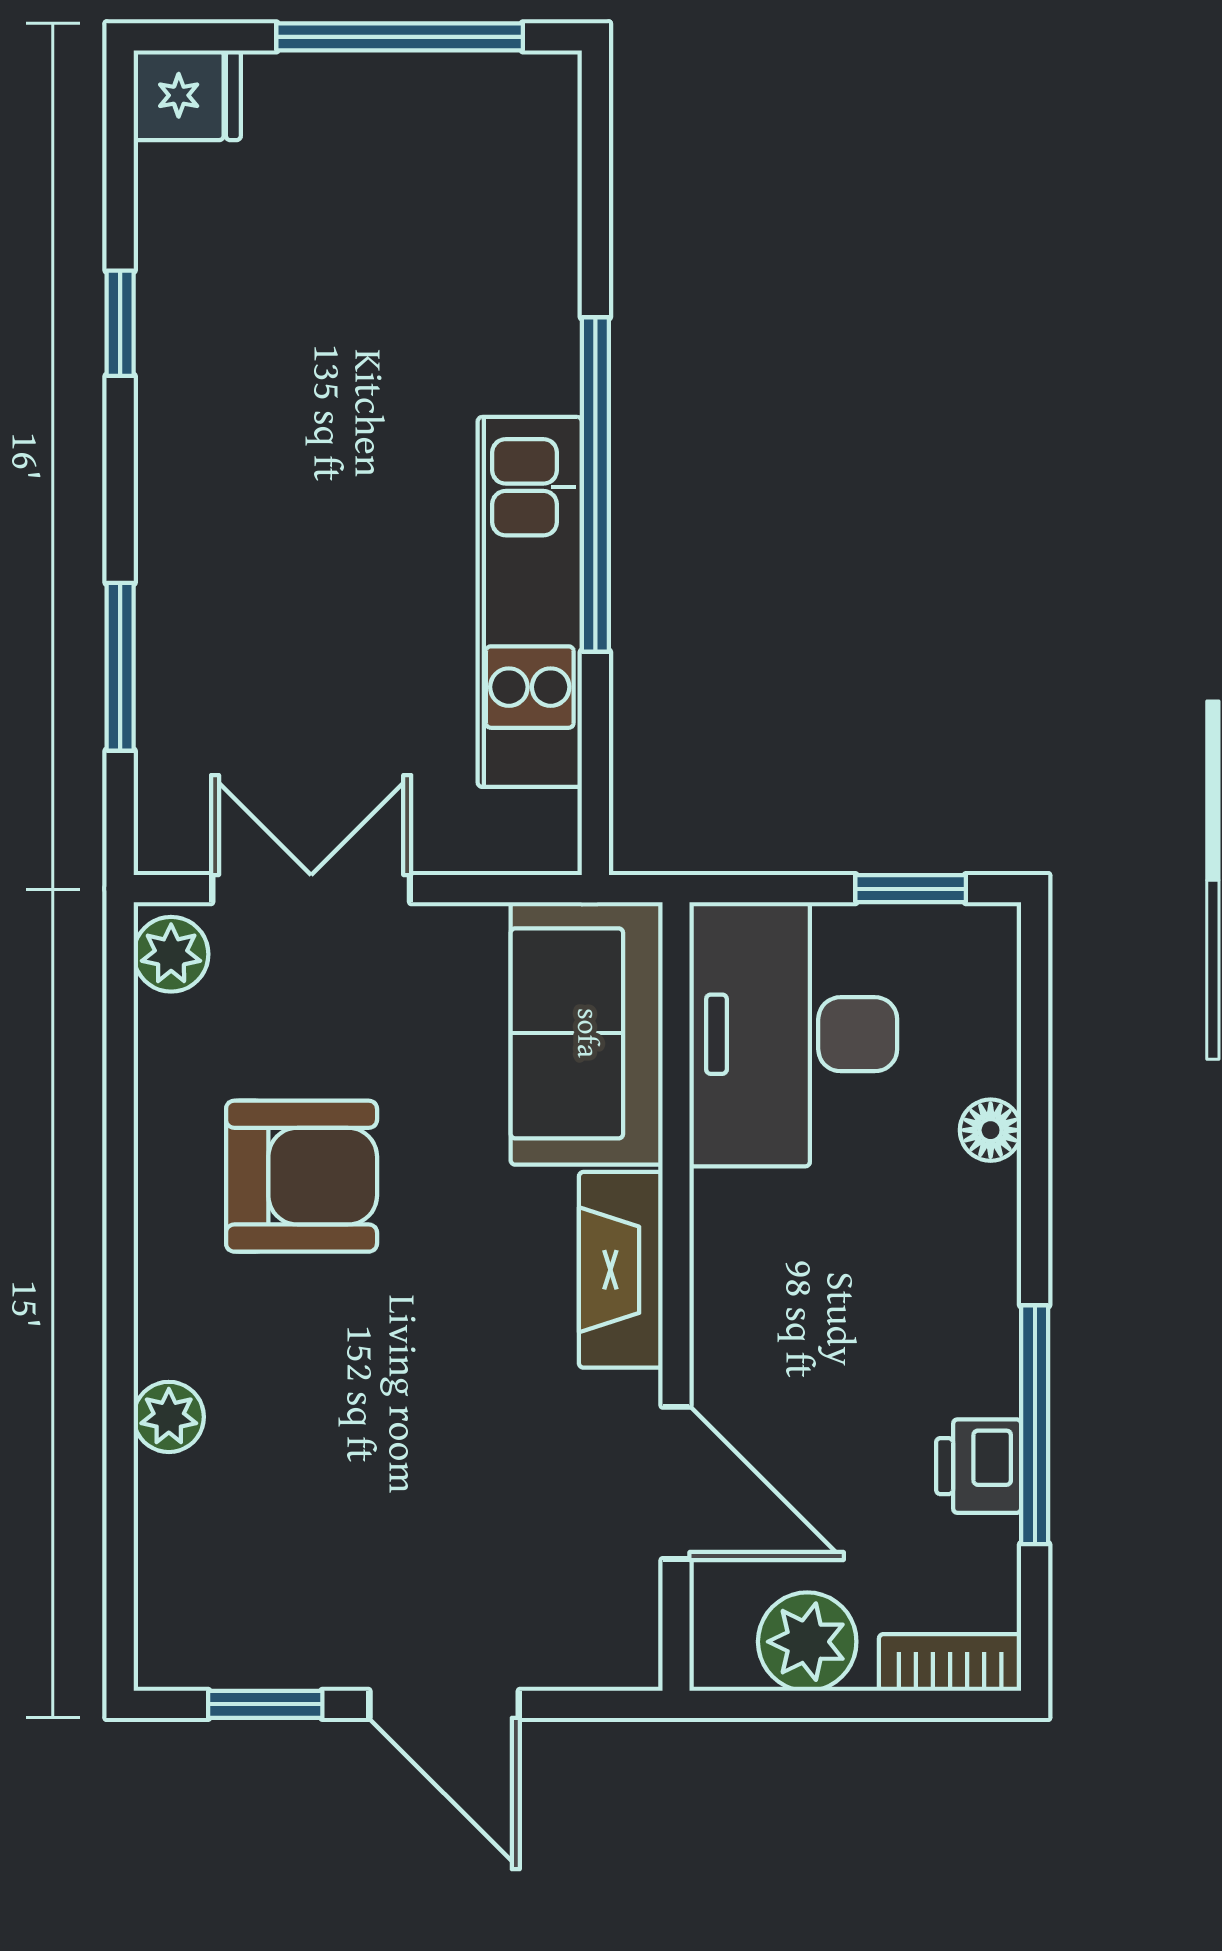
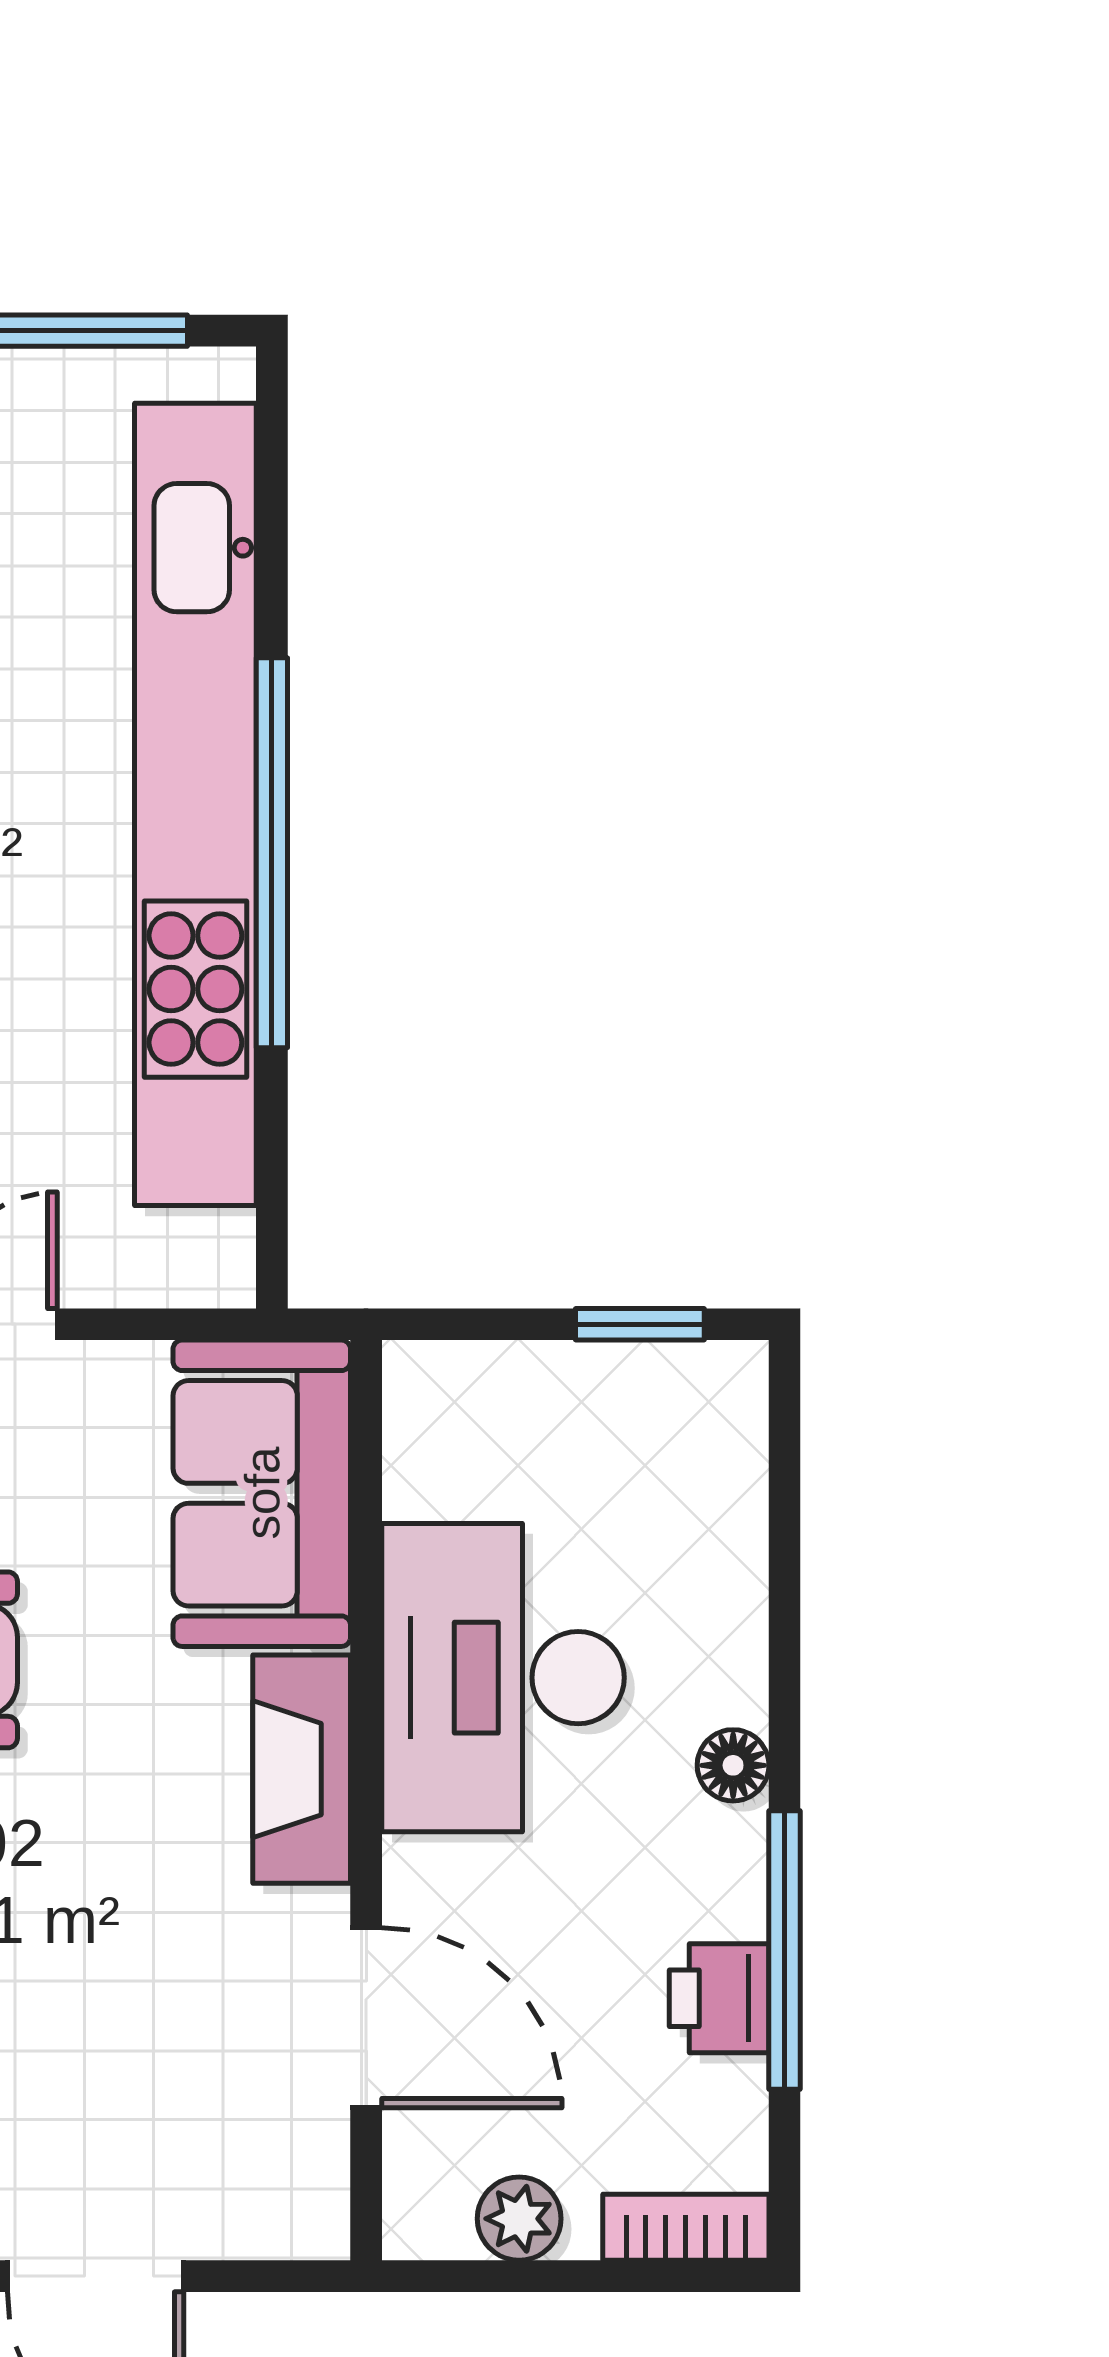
kitchen unit: (530, 602) -> (195, 804), width x1.86
desk: (793, 1034) -> (503, 1678), moved
floor lamp: (991, 1130) -> (733, 1765), moved
plant: (807, 1642) -> (519, 2219), width x0.73, depth x0.73

